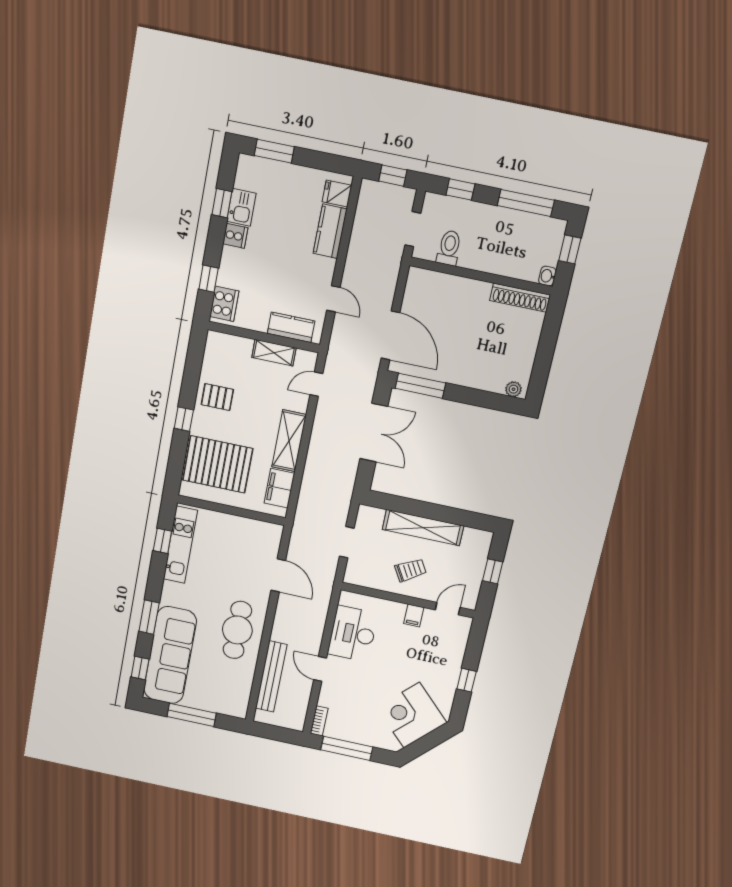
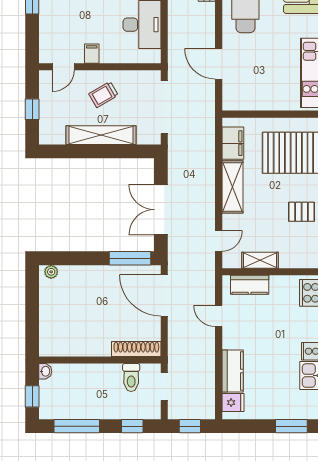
shoe rack: (520, 298) -> (136, 349), moved
doorway: (347, 542) -> (164, 107), width x1.88

